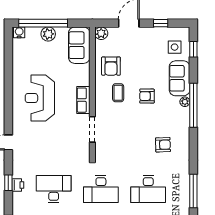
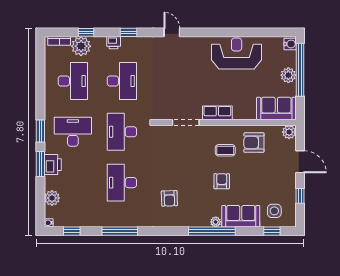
reception desk: (40, 98) -> (237, 54), moved
printer: (18, 185) -> (114, 43), moved

